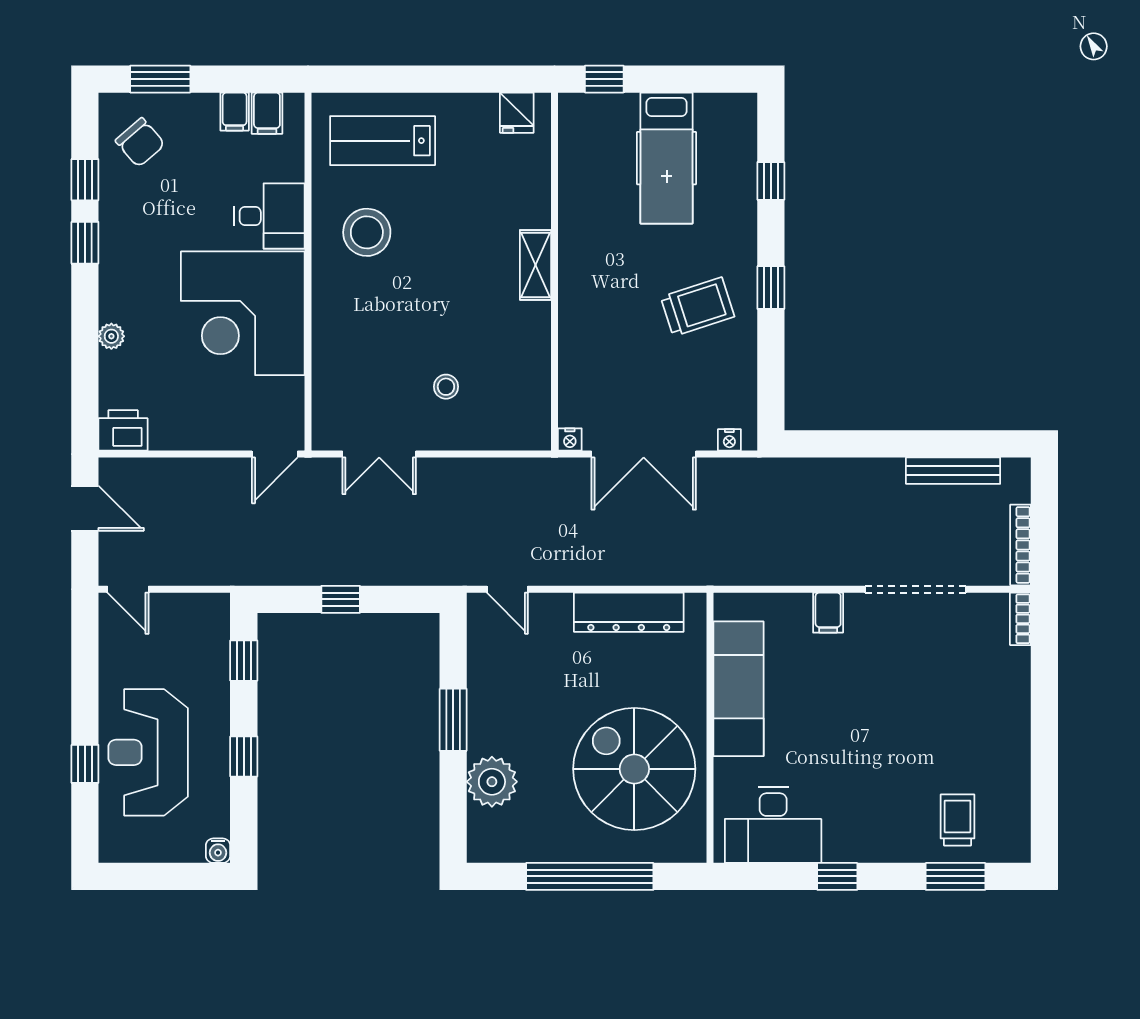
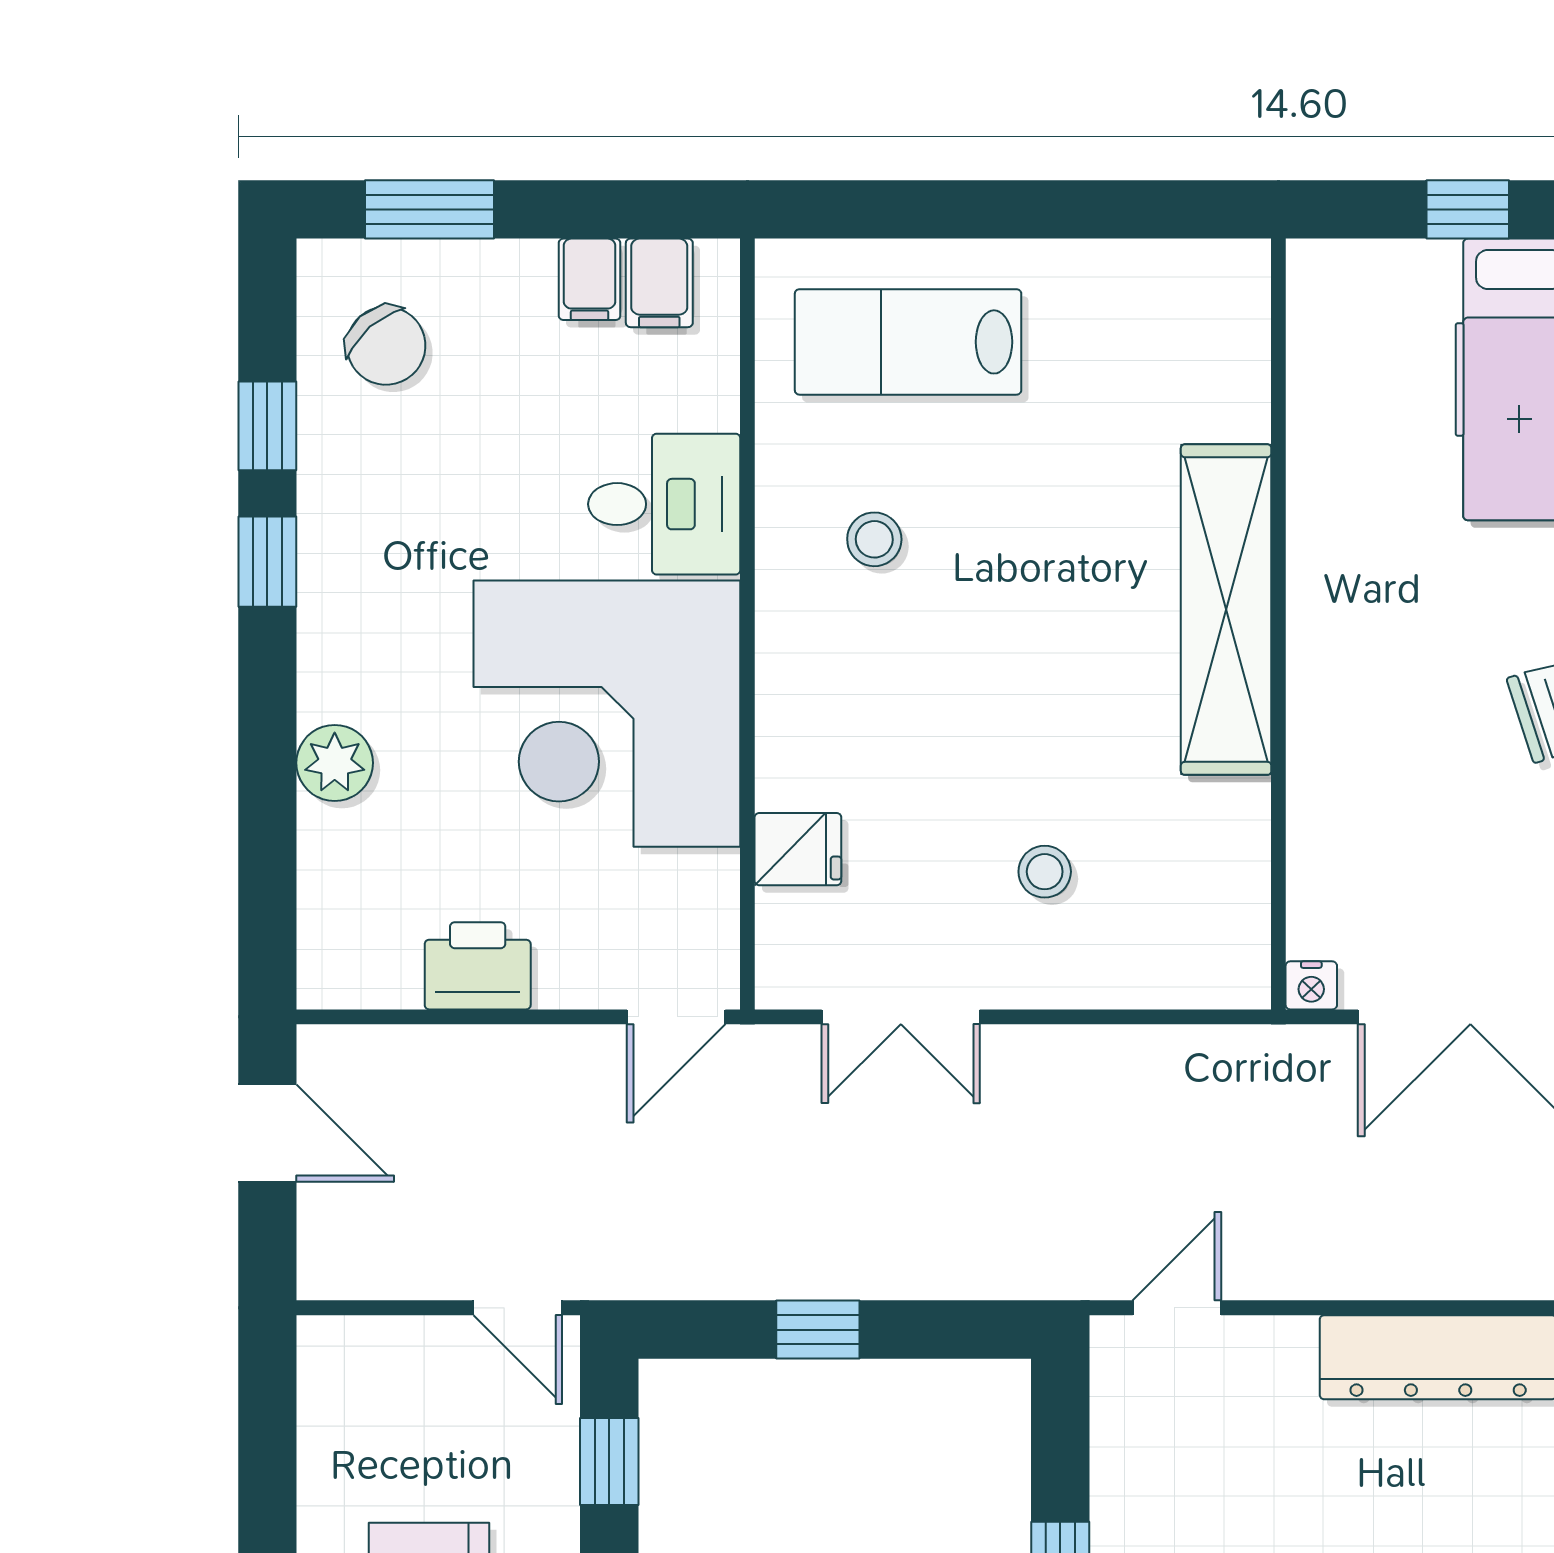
window: (604, 79) -> (1468, 209), moved
fridge: (517, 113) -> (798, 849), moved, turned -90
stool: (367, 232) -> (874, 539), width x0.53, depth x0.53
shelving: (535, 265) -> (1226, 610), width x2.20, depth x1.33
plant: (111, 336) -> (335, 763), width x1.38, depth x1.38
printer: (123, 430) -> (478, 966), moved
door: (128, 589) -> (518, 1308), moved
door: (507, 589) -> (1177, 1308), swing flipped

